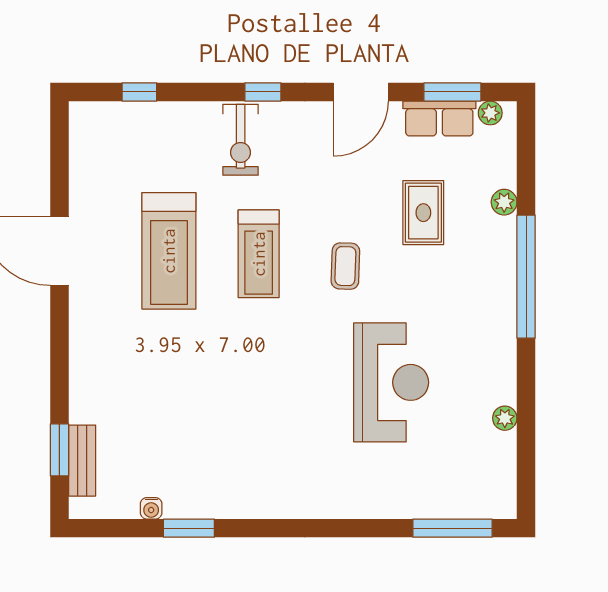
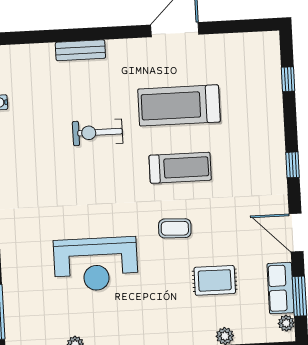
exercise bike: (241, 140) -> (98, 132), moved
treadmill: (259, 254) -> (180, 168), turned 180
window: (59, 450) -> (37, 37), removed
bench: (82, 461) -> (80, 50), moved

